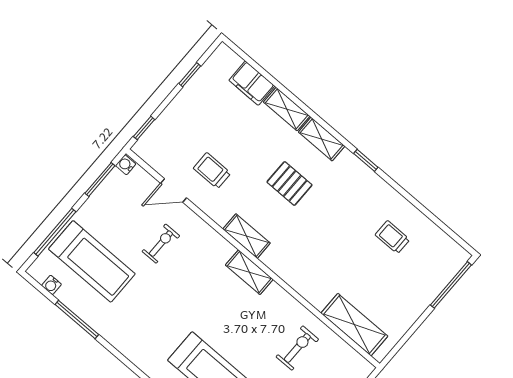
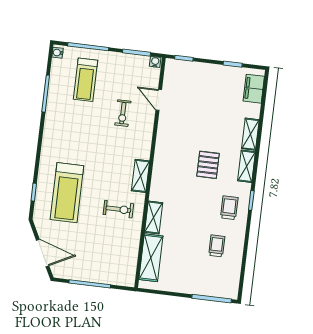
filing cabinet: (252, 83) -> (254, 89), moved
trolley: (212, 171) -> (229, 208), moved
shelving: (246, 236) -> (154, 218), moved
exercise bike: (161, 244) -> (123, 113), turned 90
treadmill: (92, 261) -> (86, 80), width x0.73, depth x0.73
water cooler: (51, 285) -> (58, 53), moved
exercise bike: (297, 348) -> (118, 209), moved

